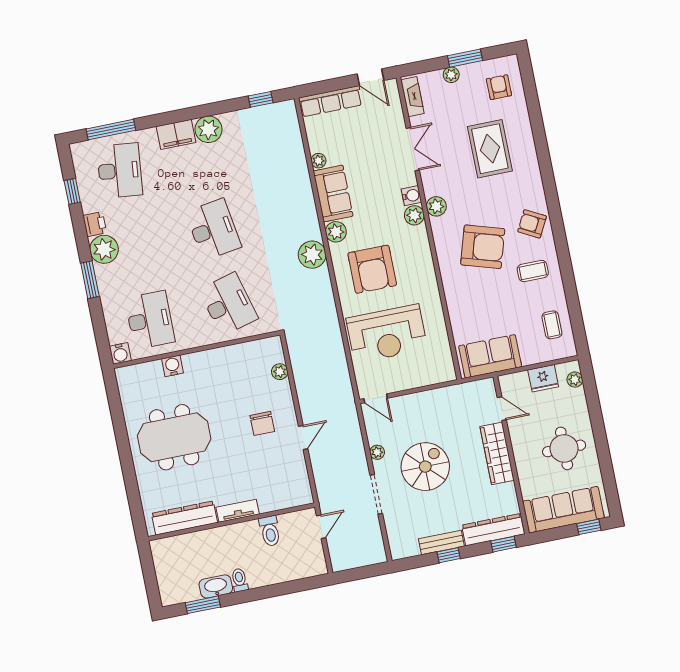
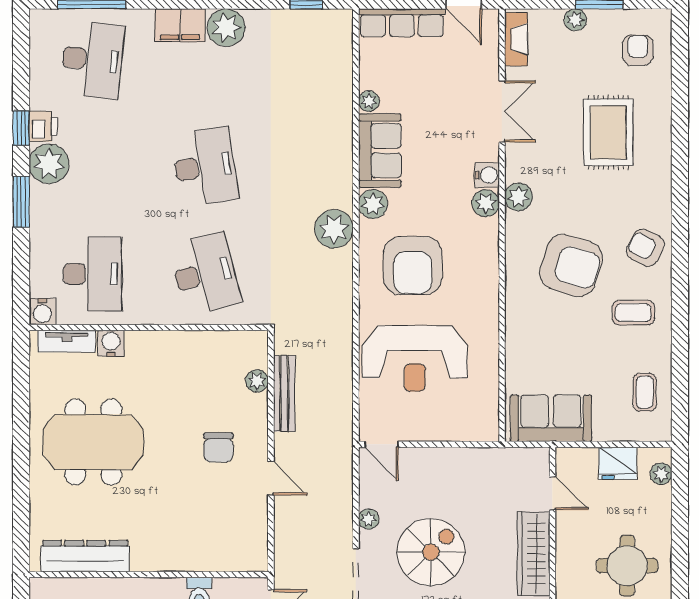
window: (72, 191) -> (21, 128), moved
bench: (301, 377) -> (284, 393), added
door: (303, 437) -> (271, 478), hinge flipped
tv unit: (238, 511) -> (67, 341), moved, turned 180

